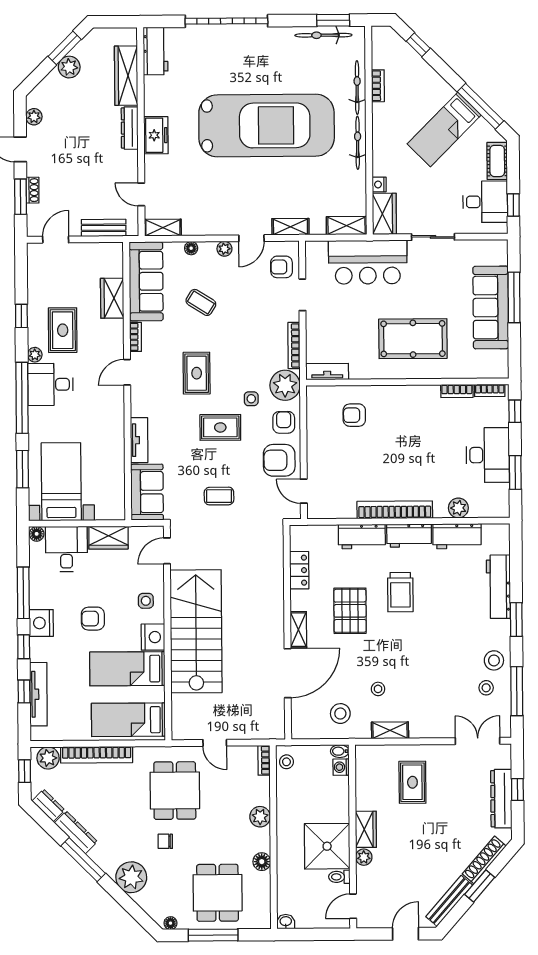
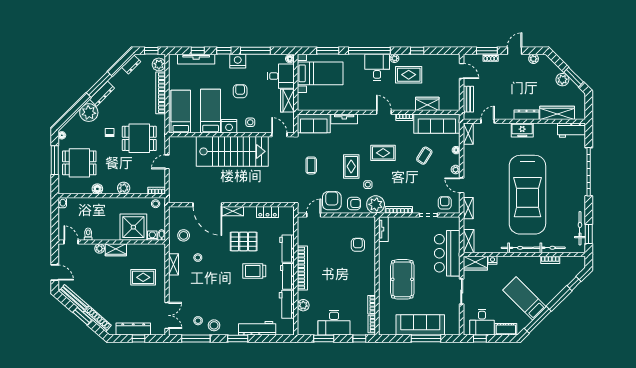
dresser: (76, 832) -> (102, 94), moved
shower: (327, 846) -> (133, 227), moved

